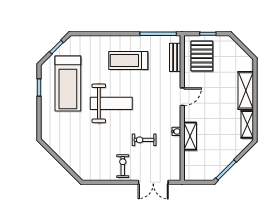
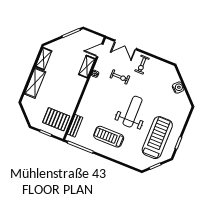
pallet: (202, 56) -> (56, 119), turned 90
treadmill: (128, 61) -> (109, 137), turned 180
door: (182, 97) -> (100, 50), moved
weight bench: (111, 103) -> (133, 112), turned 90
water cooler: (67, 156) -> (178, 88), added
double door: (153, 182) -> (125, 45), swing flipped

